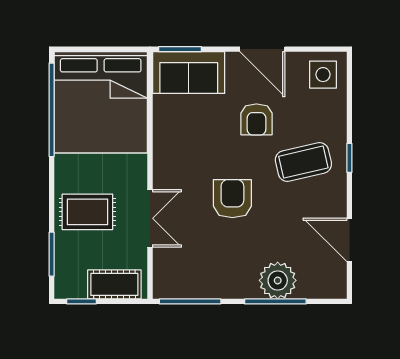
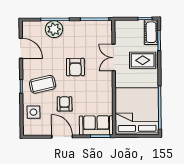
side table: (323, 75) -> (33, 112), moved
cot: (114, 284) -> (151, 32), moved, turned 90

